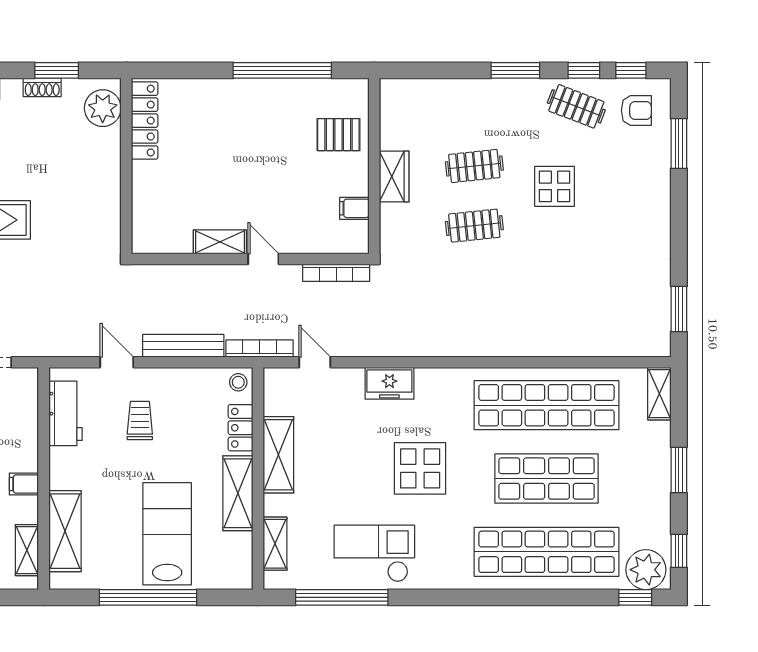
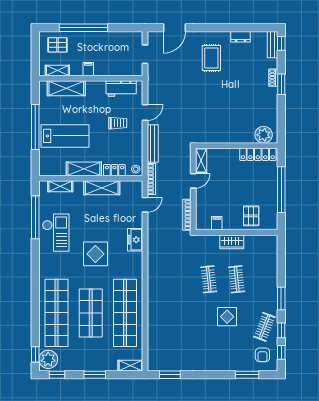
plant: (103, 108) -> (264, 135), moved
locker: (145, 121) -> (258, 154), moved
wall: (126, 166) -> (237, 146), moved

